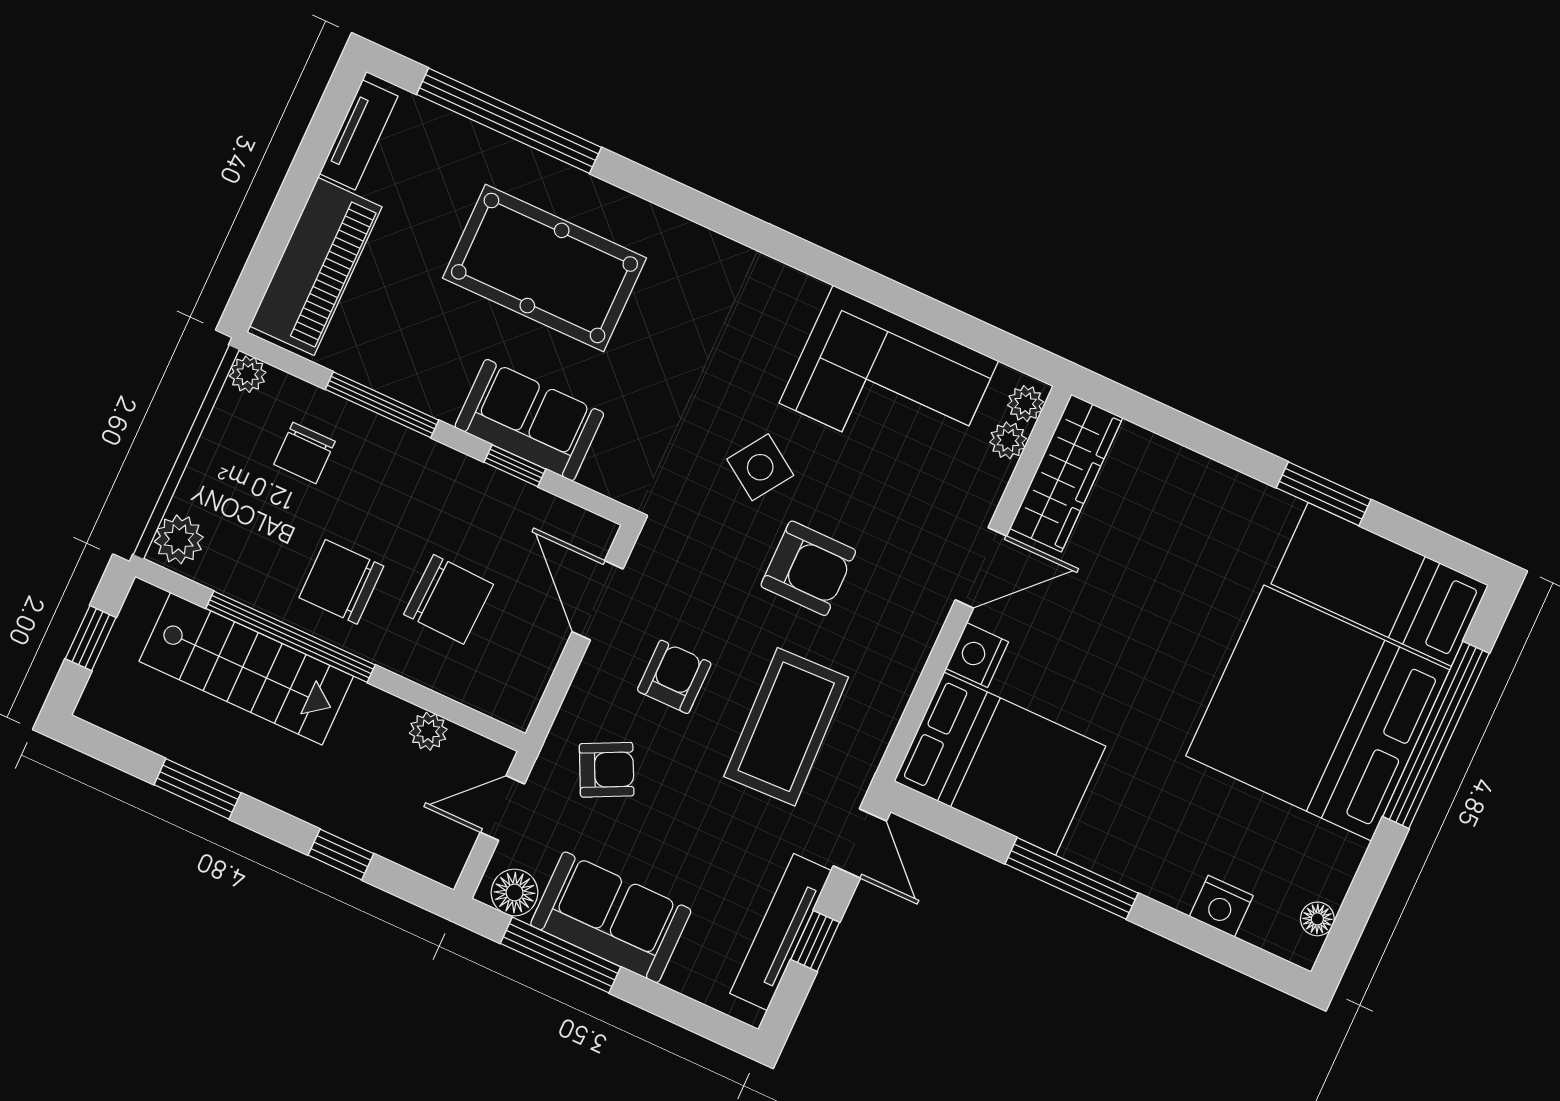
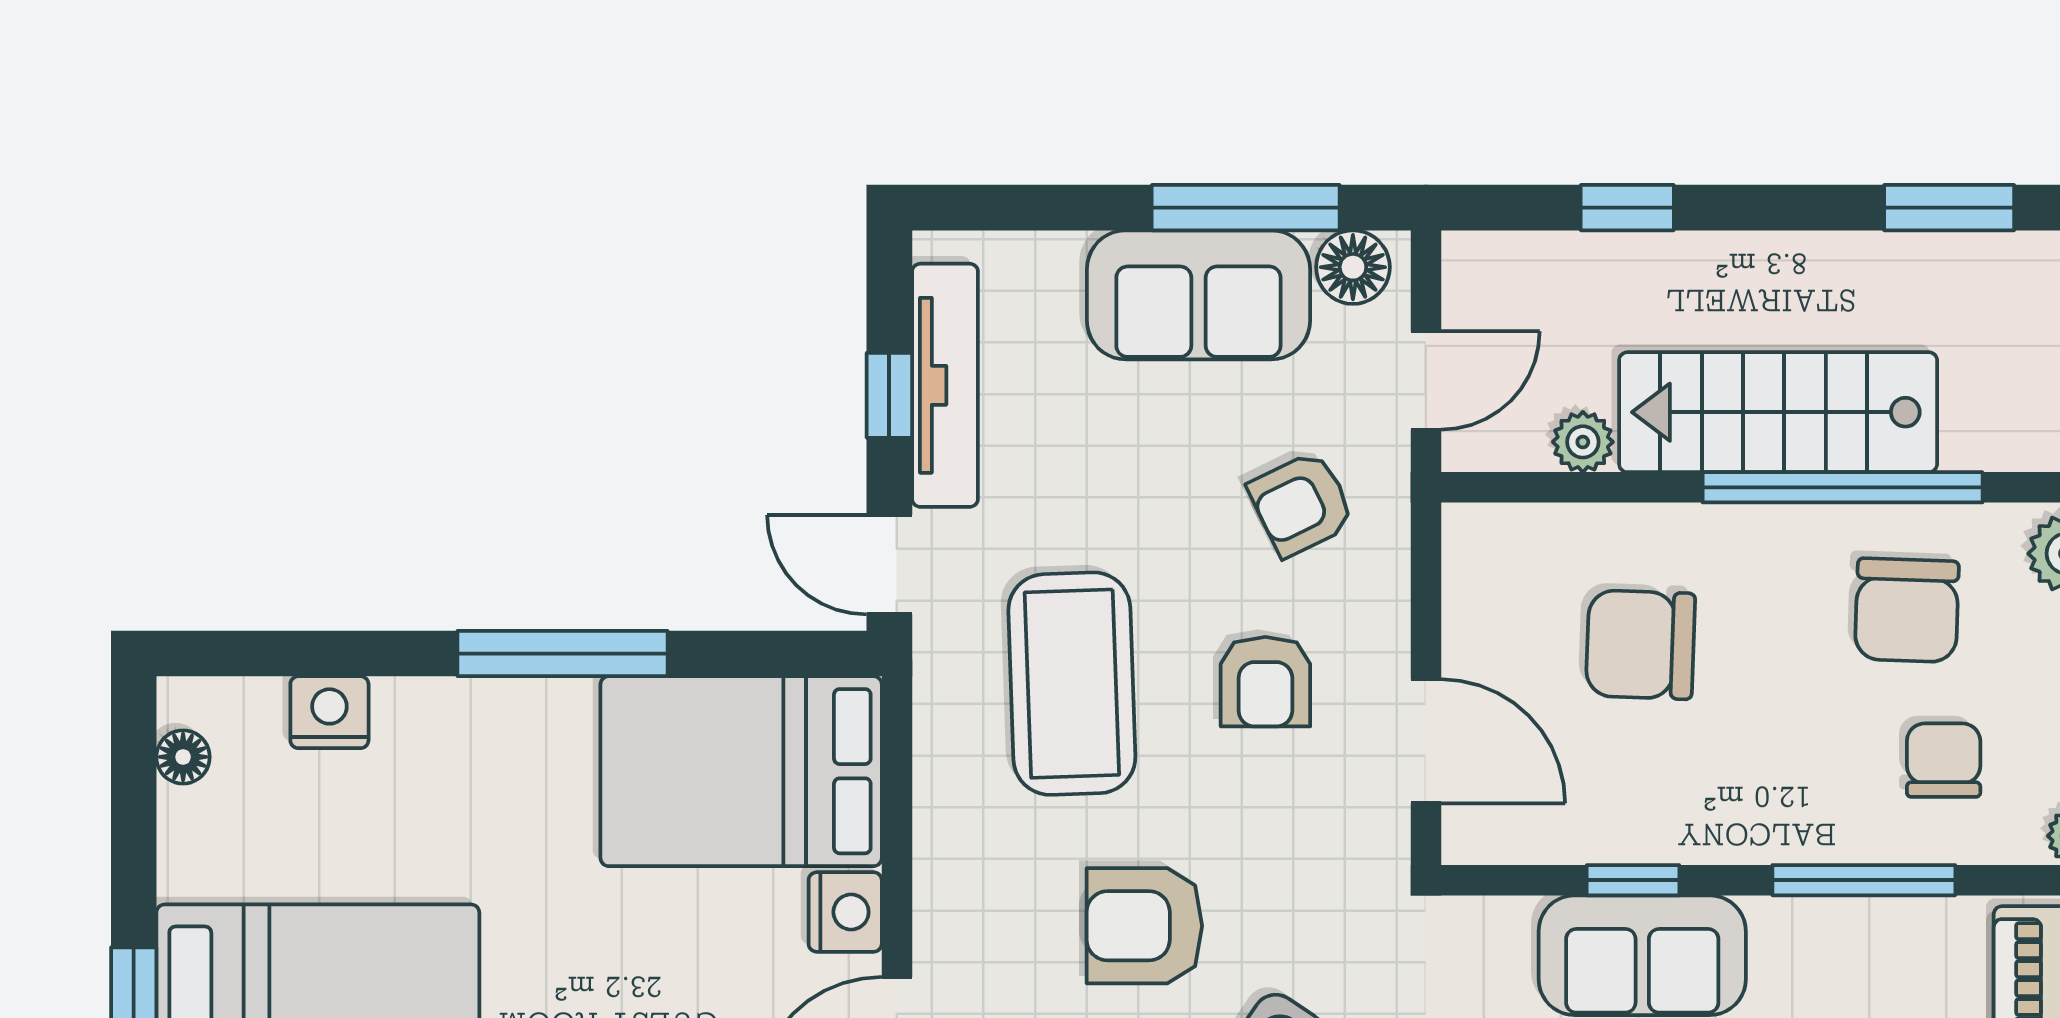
chair: (341, 582) -> (1907, 610), moved, turned 92
stairs: (246, 669) -> (1778, 412), moved
window: (197, 789) -> (1949, 208), moved

